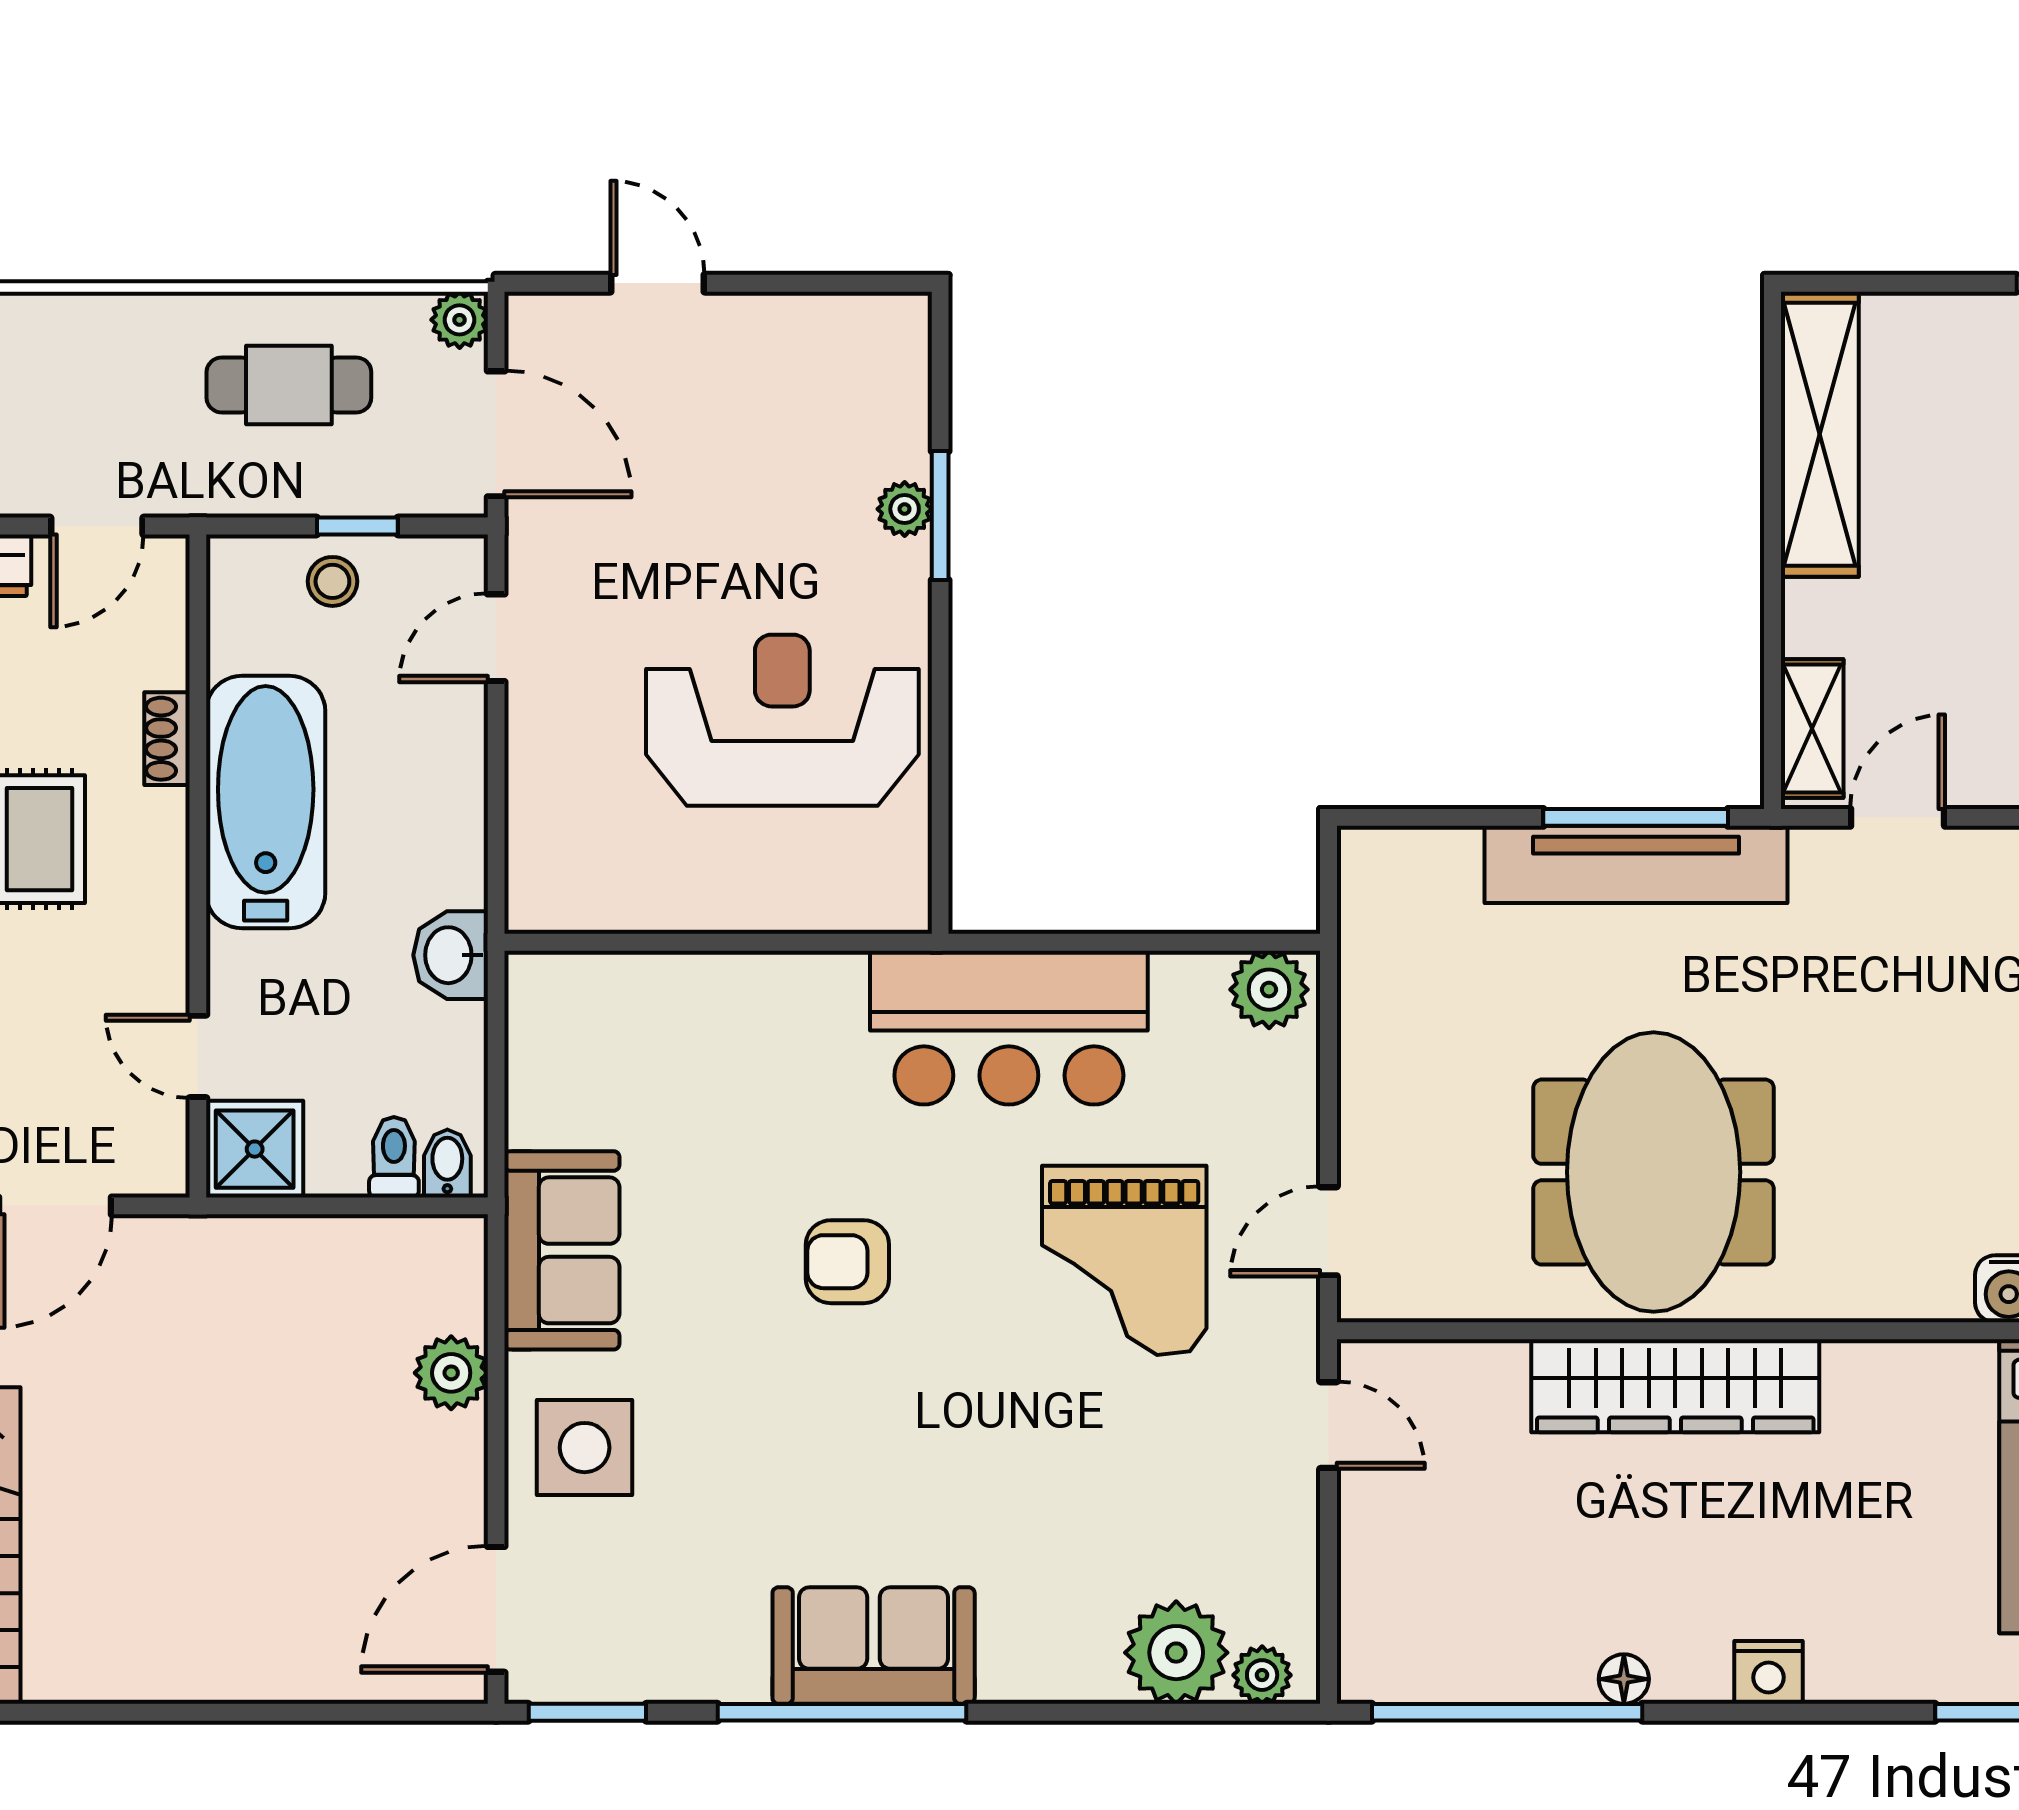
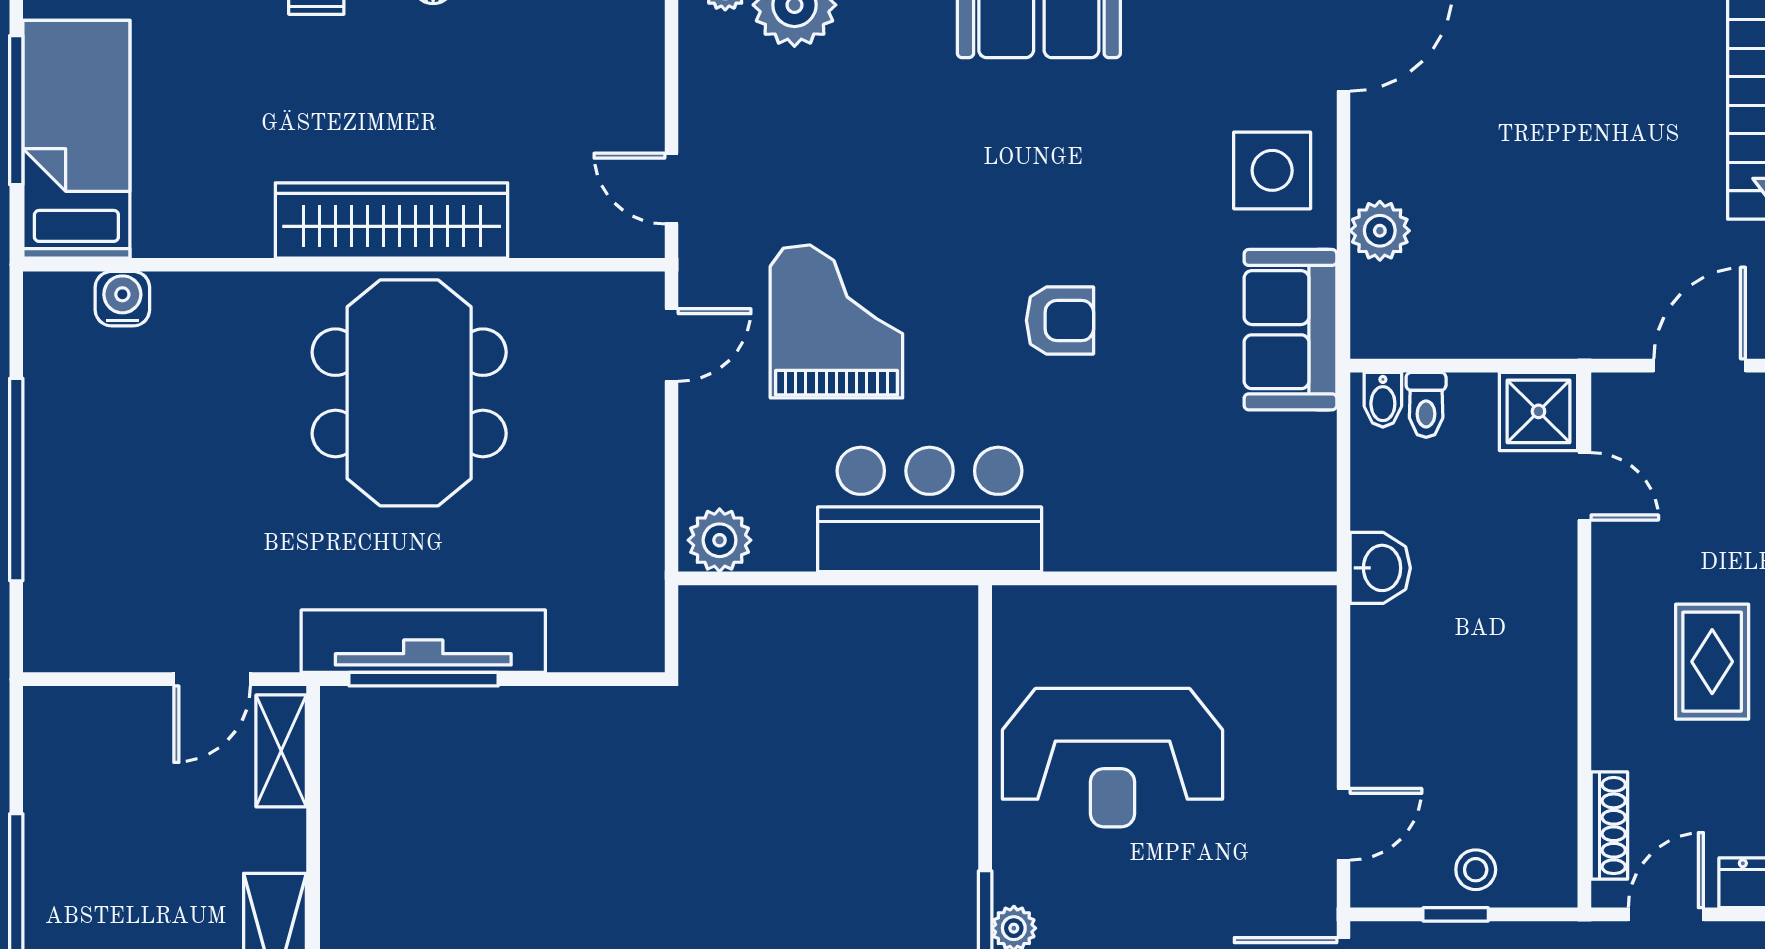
shoe rack: (167, 739) -> (1609, 826), moved, width x1.43
bathtub: (266, 802) -> (1530, 692), removed

